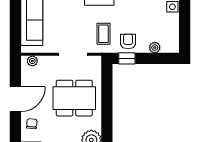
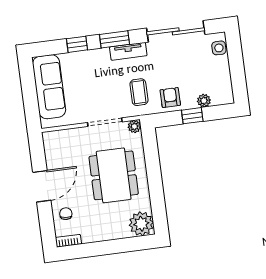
window: (127, 58) -> (192, 116), moved
plant: (32, 61) -> (134, 126), moved
dining table: (74, 98) -> (114, 175), turned 90

